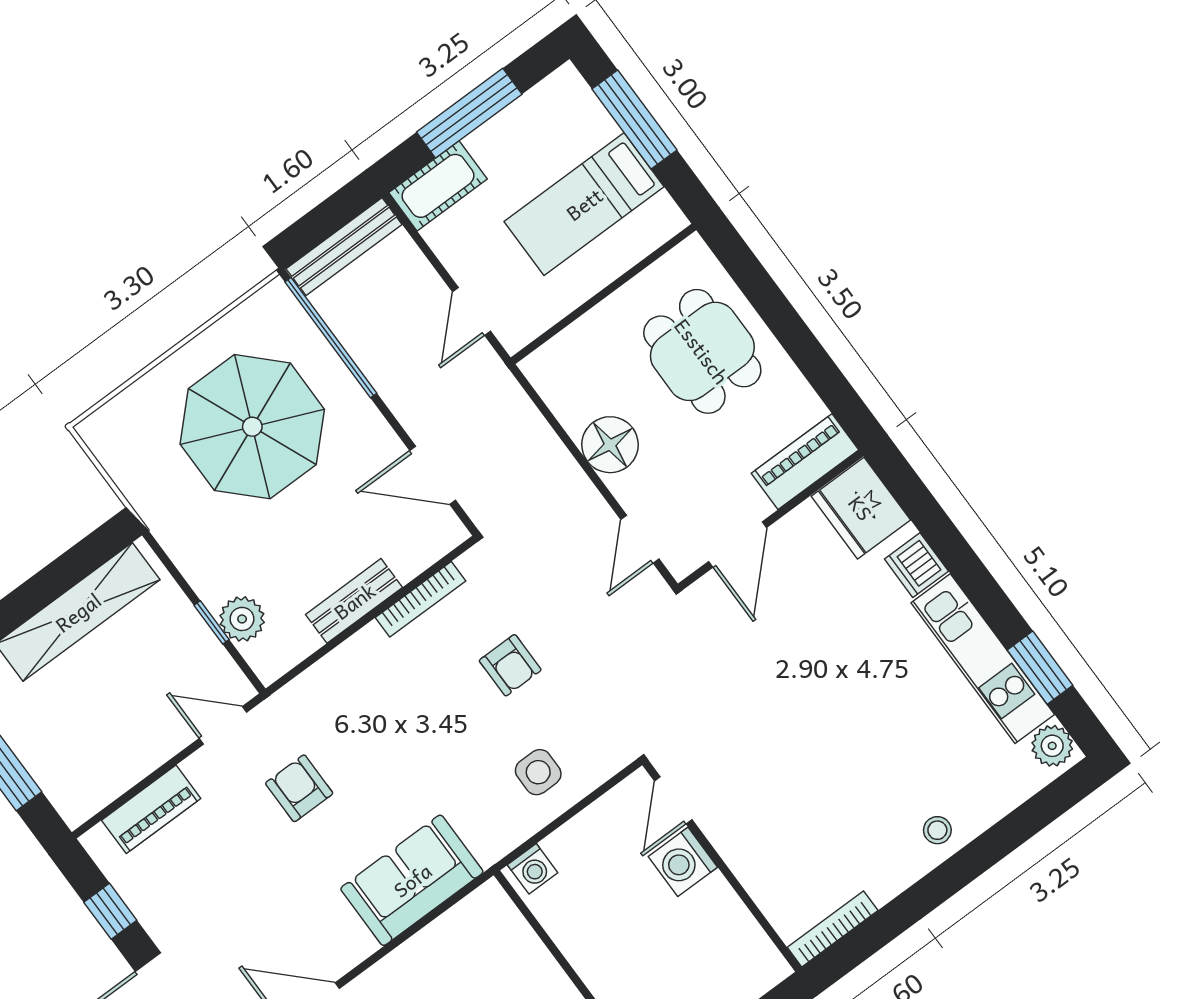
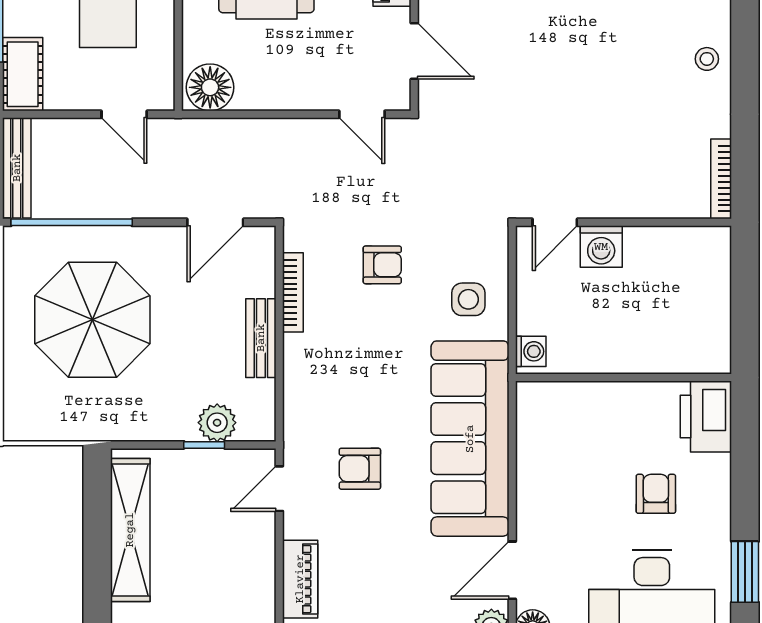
floor lamp: (610, 445) -> (210, 87), moved
door: (673, 800) -> (555, 222), hinge flipped
sofa: (412, 880) -> (470, 439), width x1.85, depth x1.27

